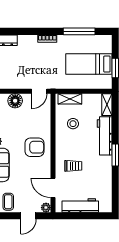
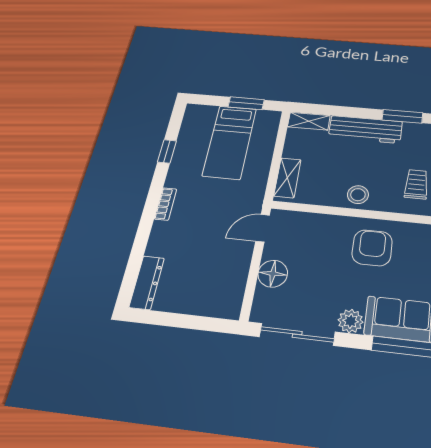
window: (79, 31) -> (167, 151), width x0.46
door: (39, 91) -> (263, 228), swing flipped
stool: (73, 124) -> (358, 195), moved

